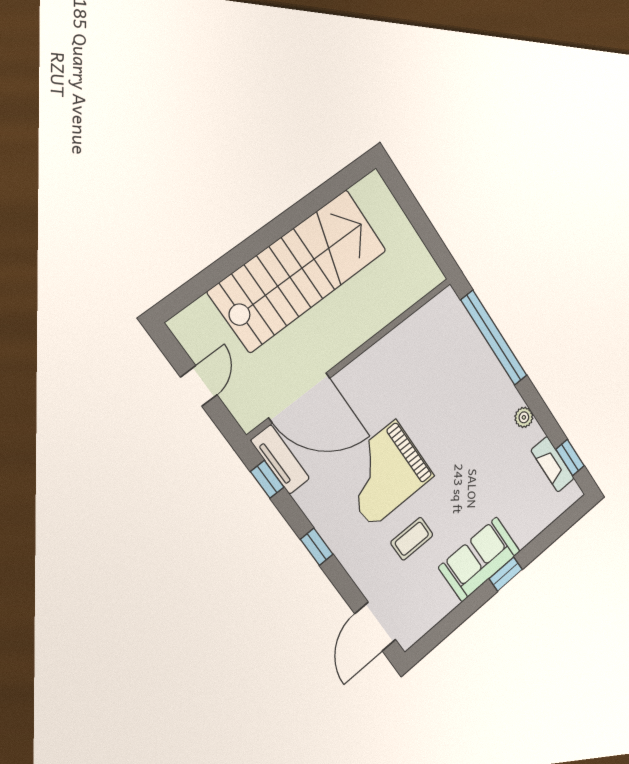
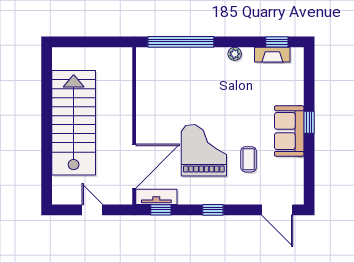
grand piano: (384, 473) -> (204, 150), turned 180

